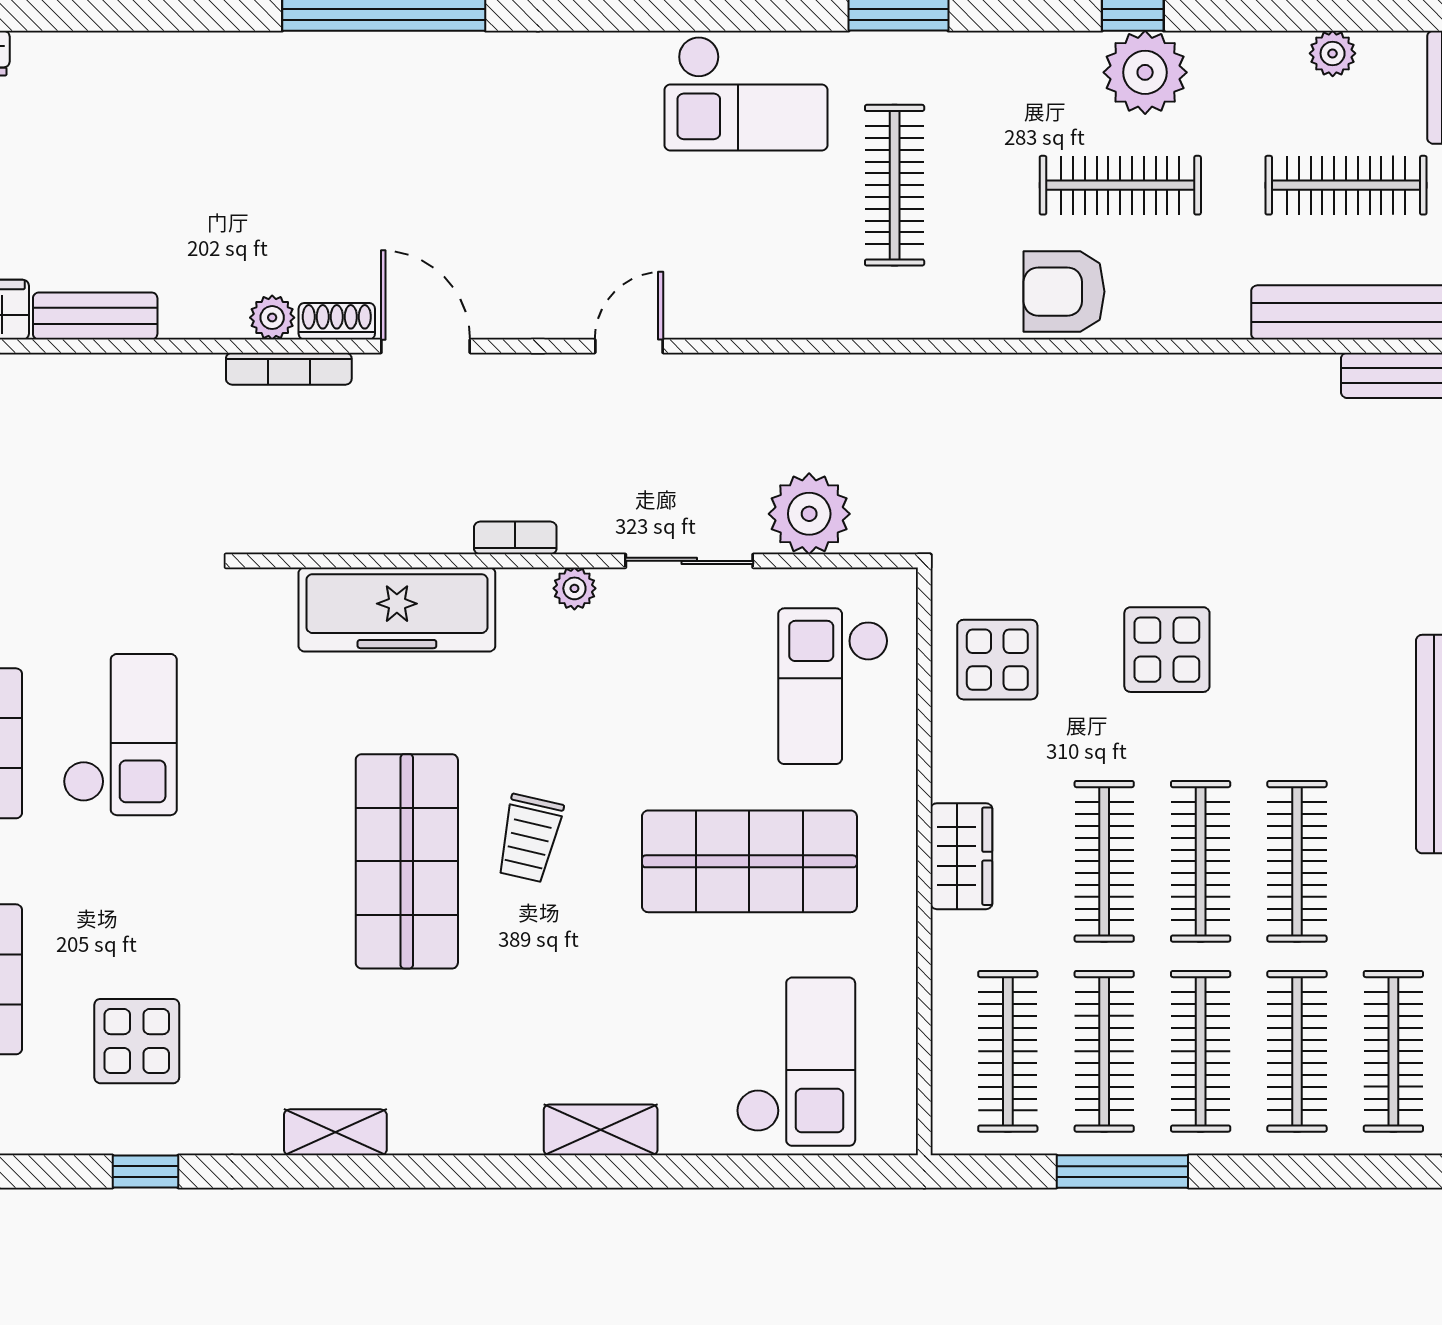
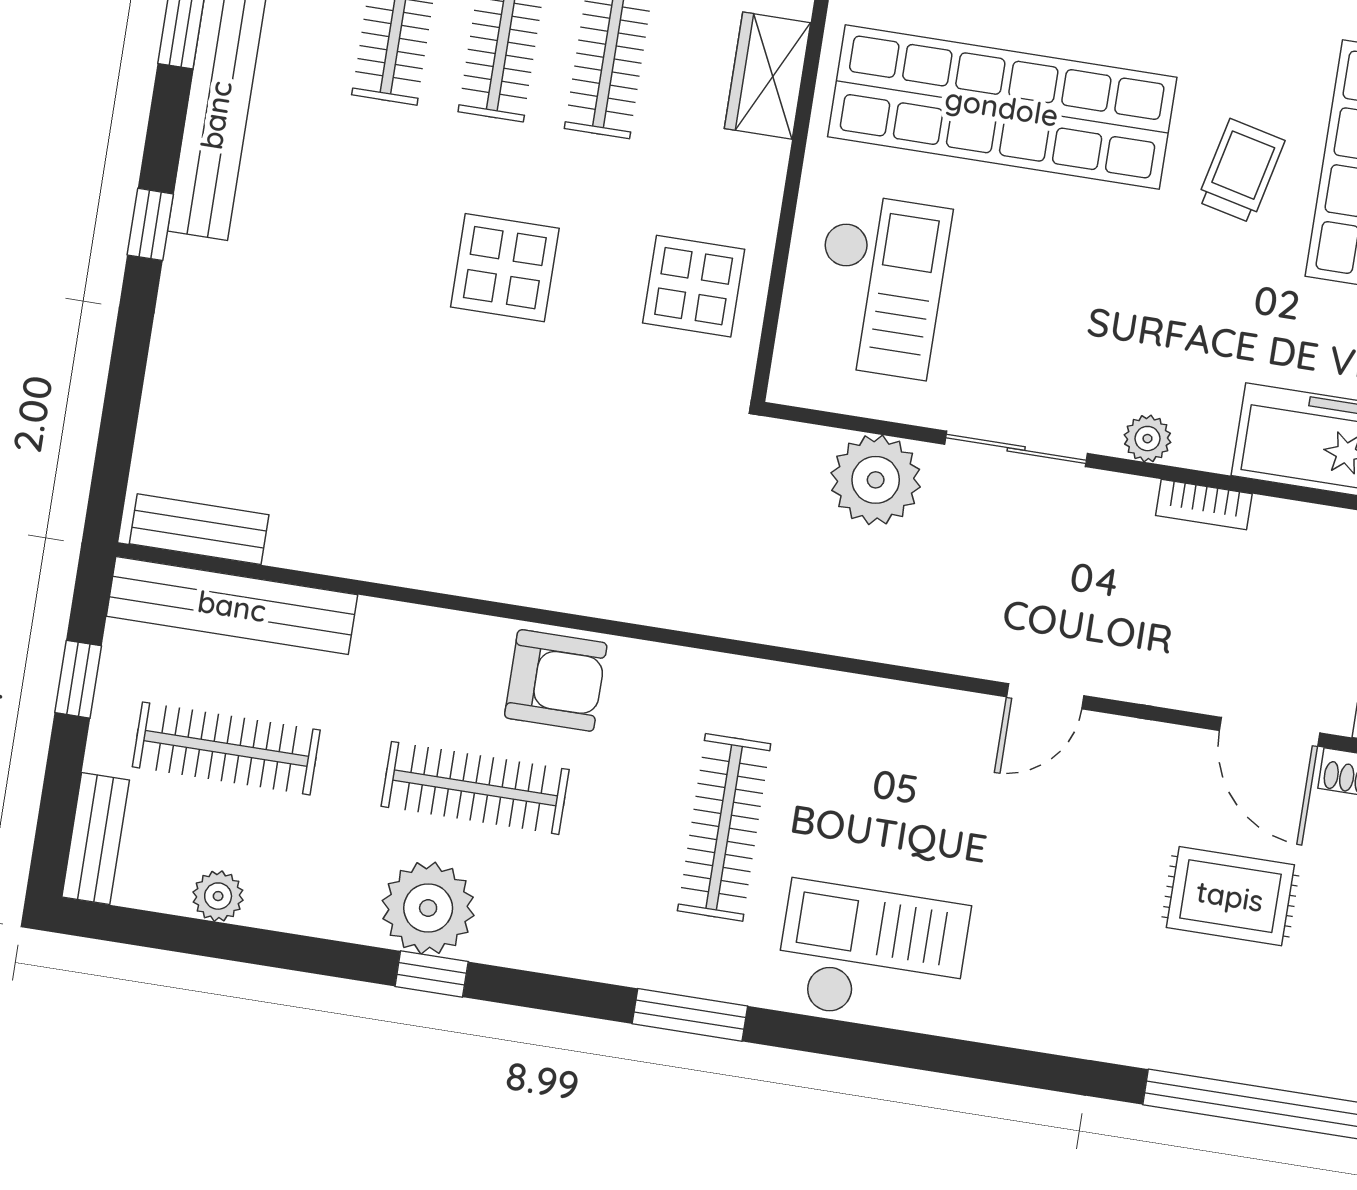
rug: (437, 195) -> (1230, 896), added
shop shelf: (749, 861) -> (1002, 107), width x1.40

